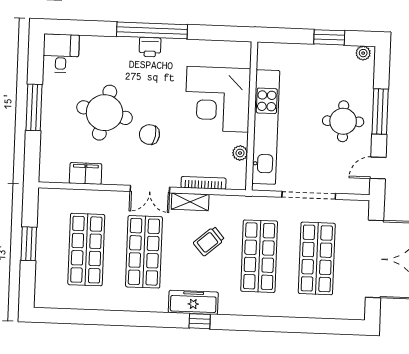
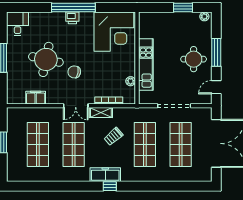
corner desk: (218, 99) -> (114, 32), moved, turned -90
kitchen unit: (266, 127) -> (146, 65), width x0.73

